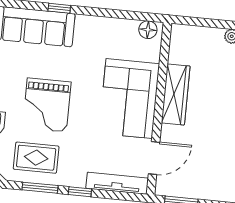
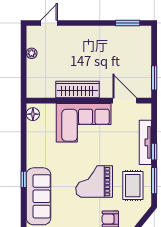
grand piano: (47, 105) -> (94, 182), turned 180
tv unit: (117, 183) -> (145, 142), moved

